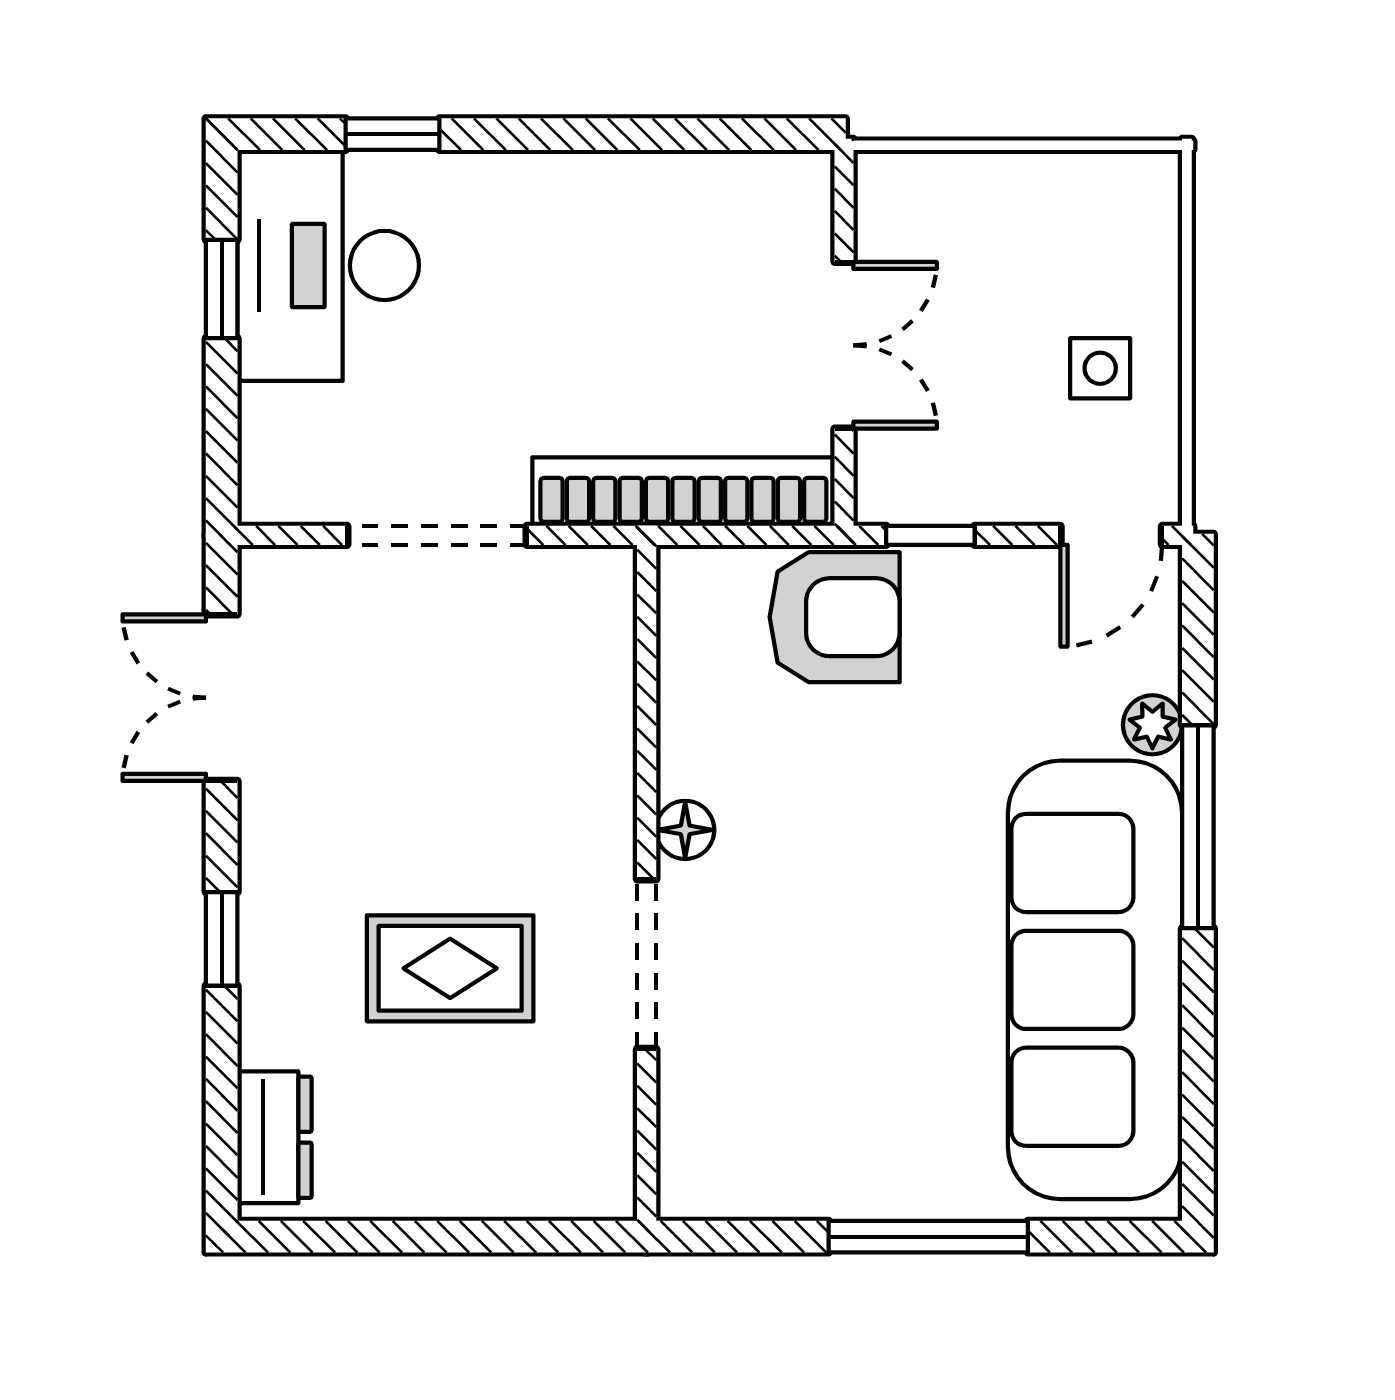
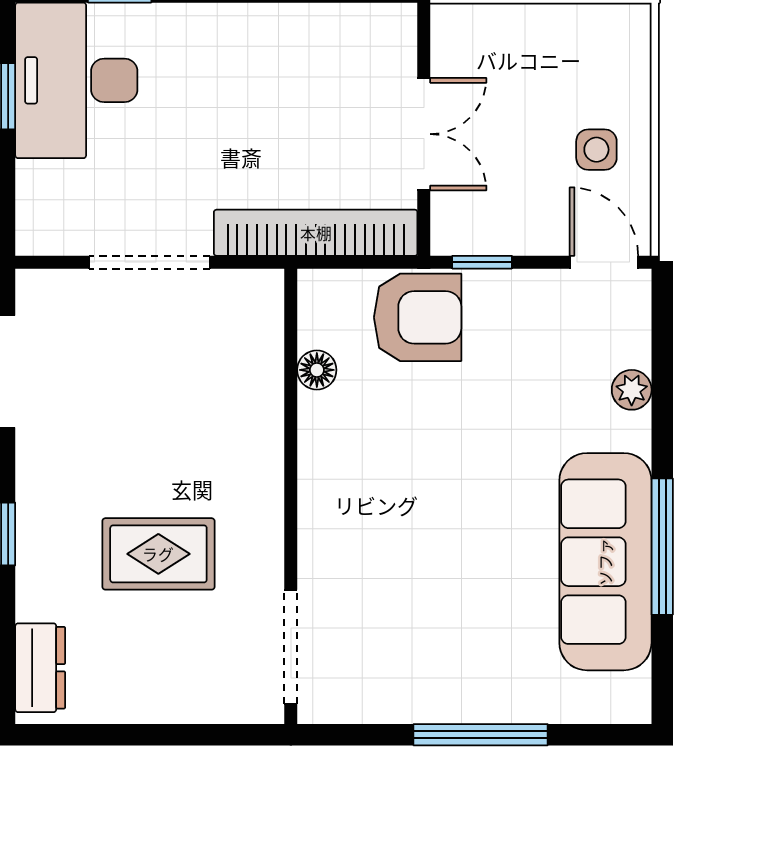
door: (1111, 535) -> (604, 262), swing flipped
window: (1198, 827) -> (662, 547), moved
floor lamp: (685, 830) -> (317, 370), moved
doorway: (647, 964) -> (291, 647), moved
sofa: (1095, 980) -> (605, 562), width x0.74, depth x0.79

